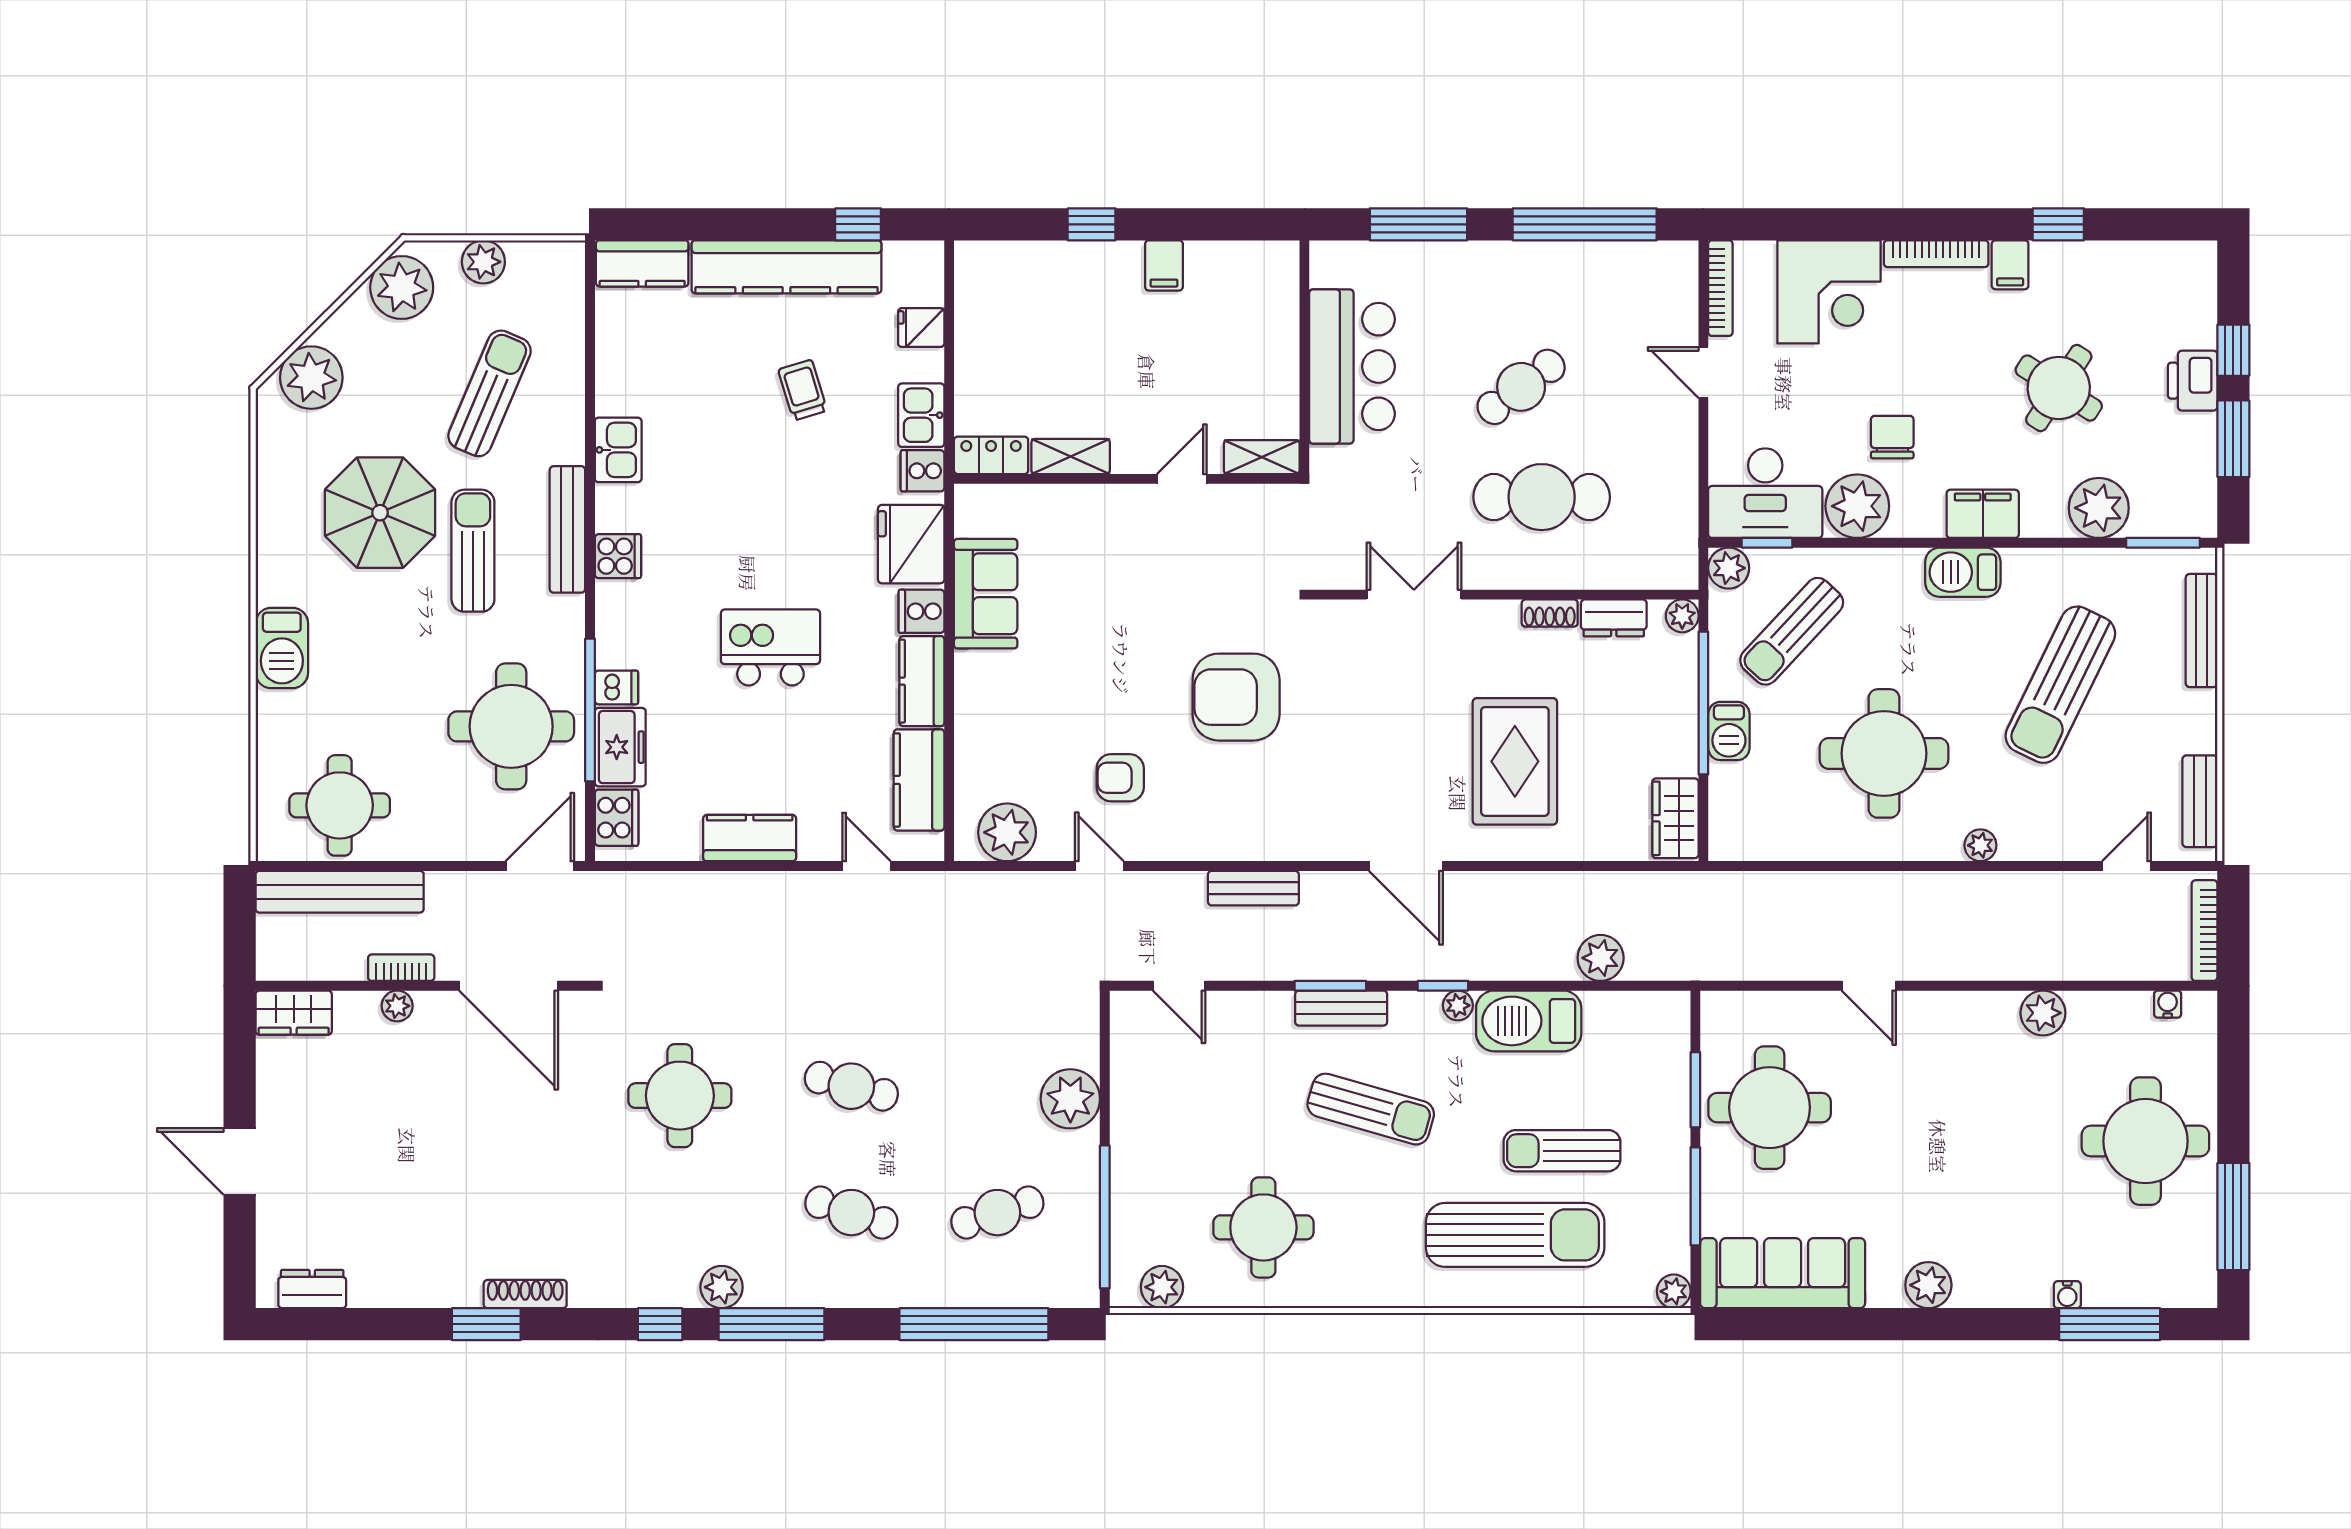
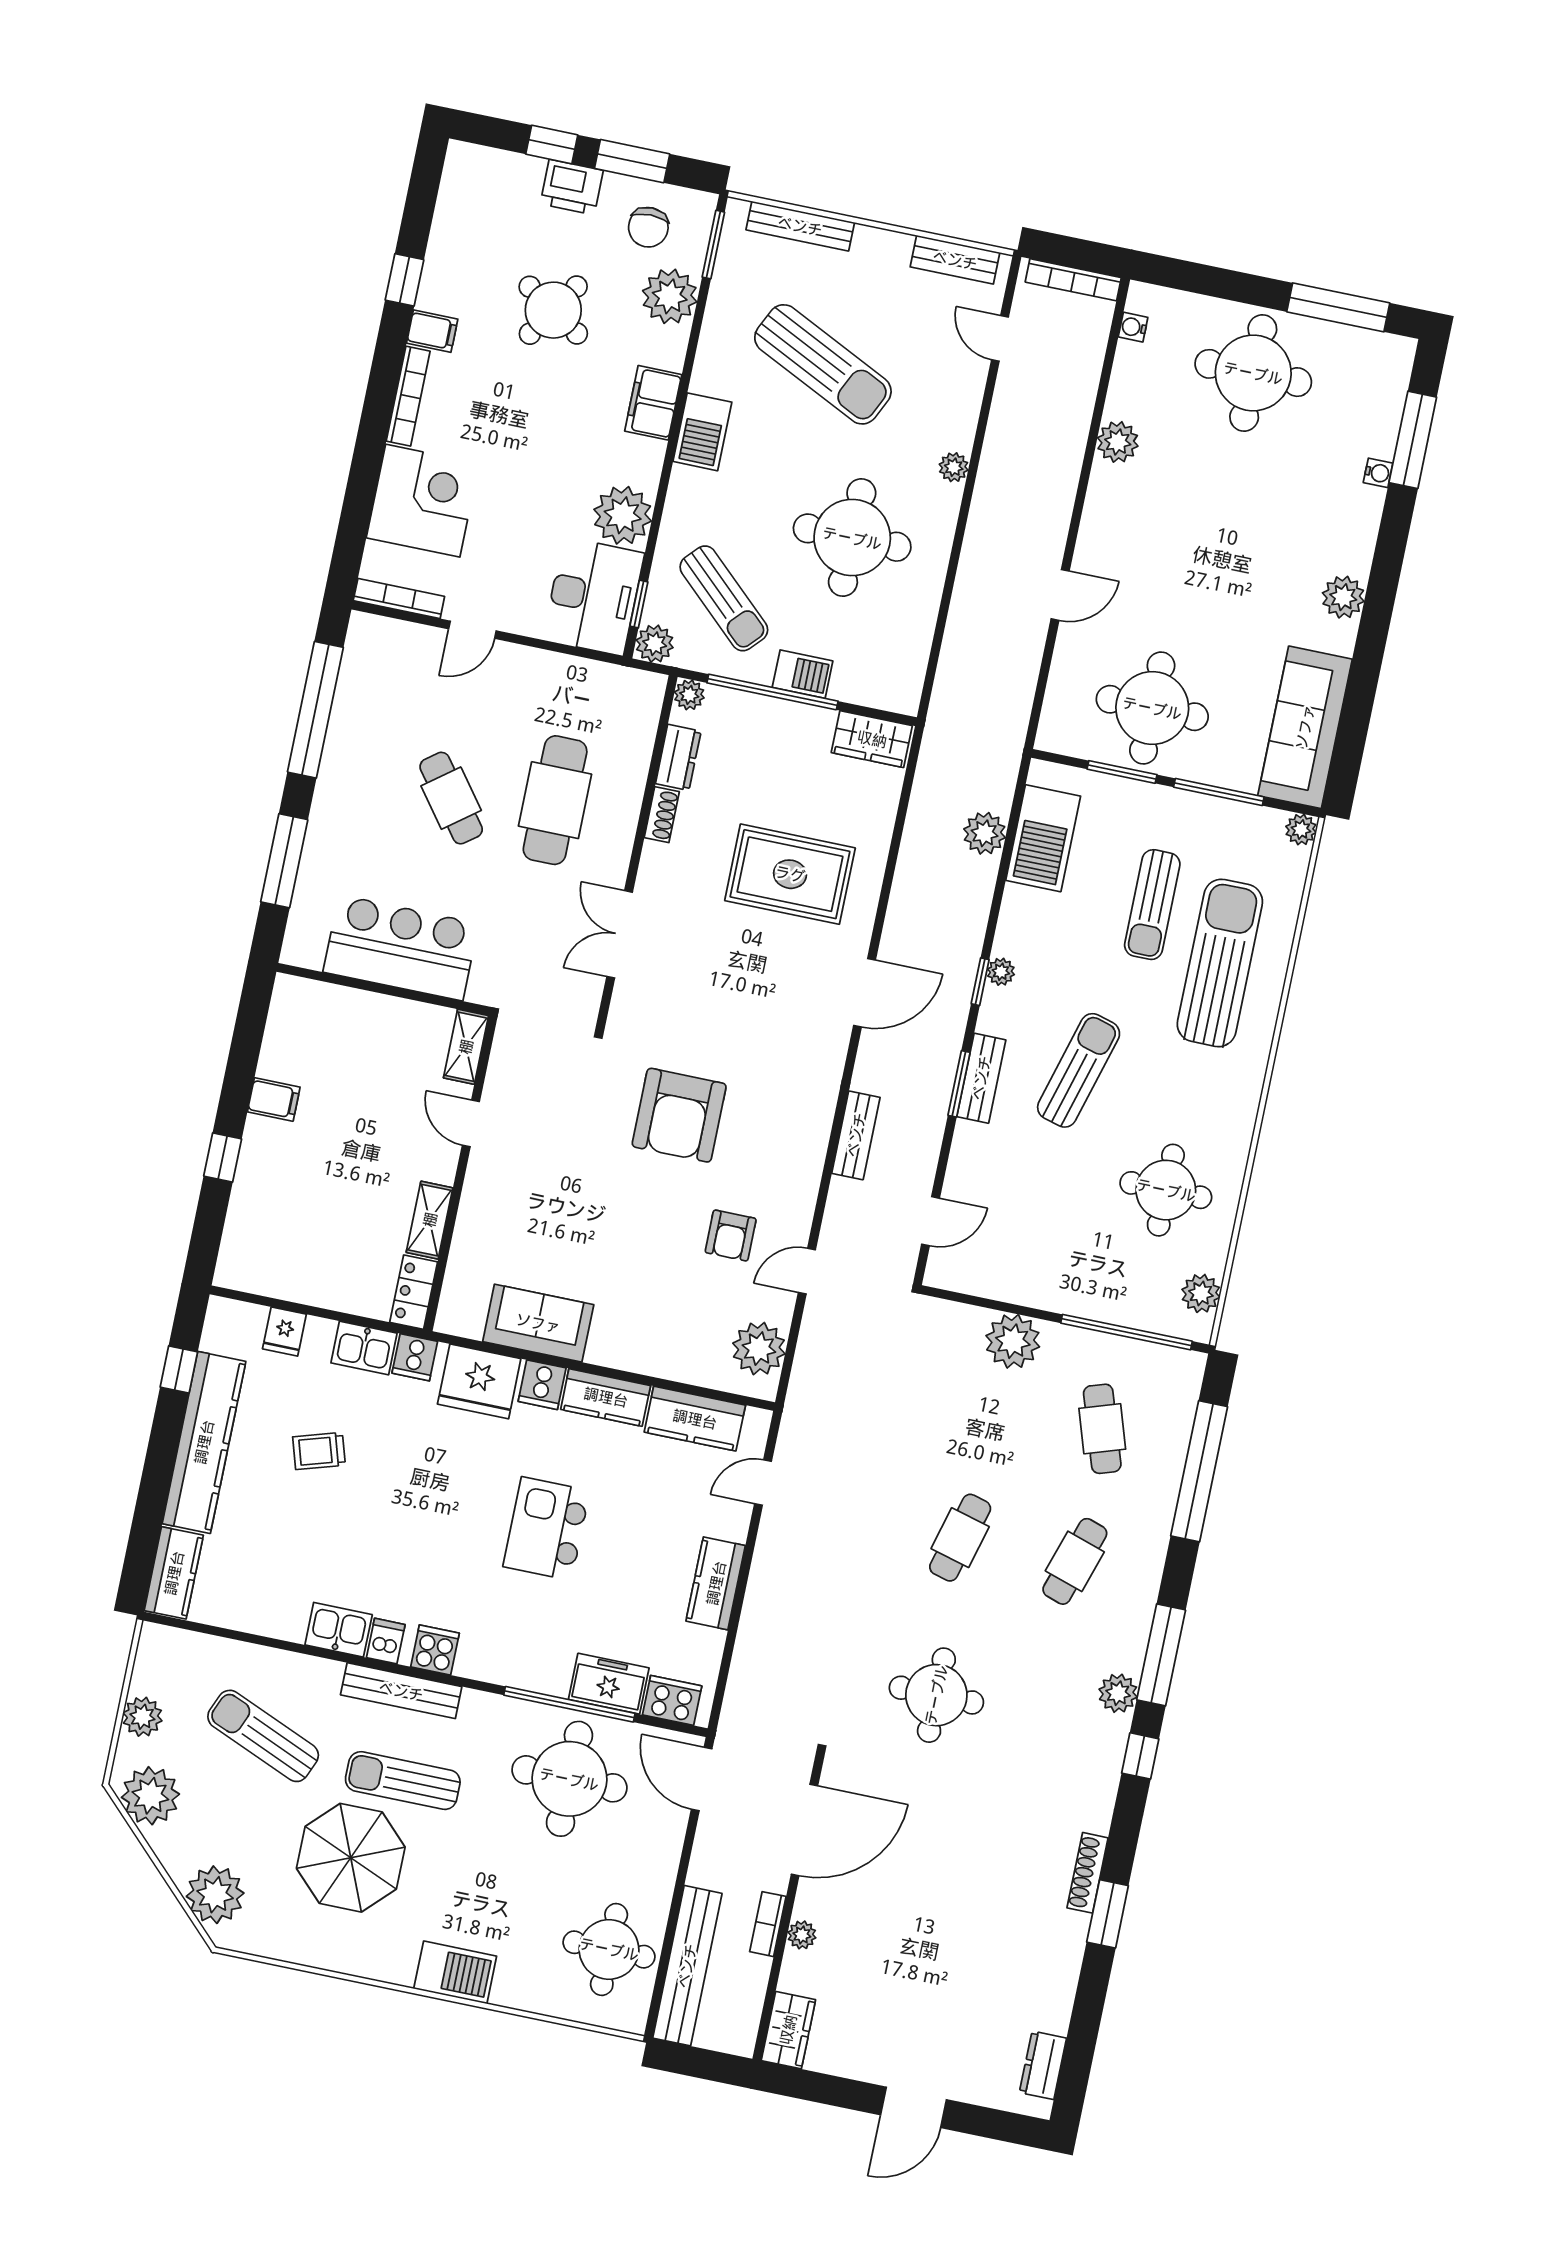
chair: (1892, 437) -> (648, 227), moved, turned -90
dishwasher: (616, 687) -> (386, 1641), moved
barbecue: (1529, 1021) -> (1043, 838), moved

